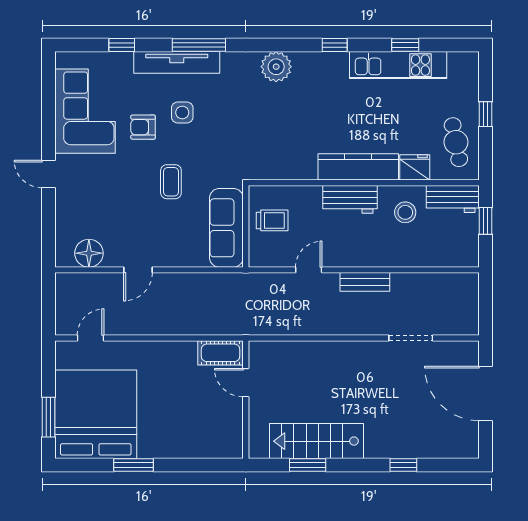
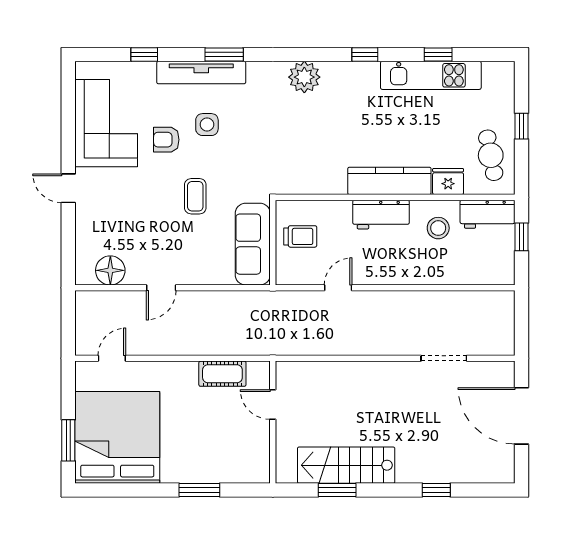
window: (199, 45) -> (224, 55), width x0.69
bench: (365, 282) -> (396, 300), removed
cot: (221, 353) -> (222, 374), moved
window: (133, 465) -> (199, 490), moved

